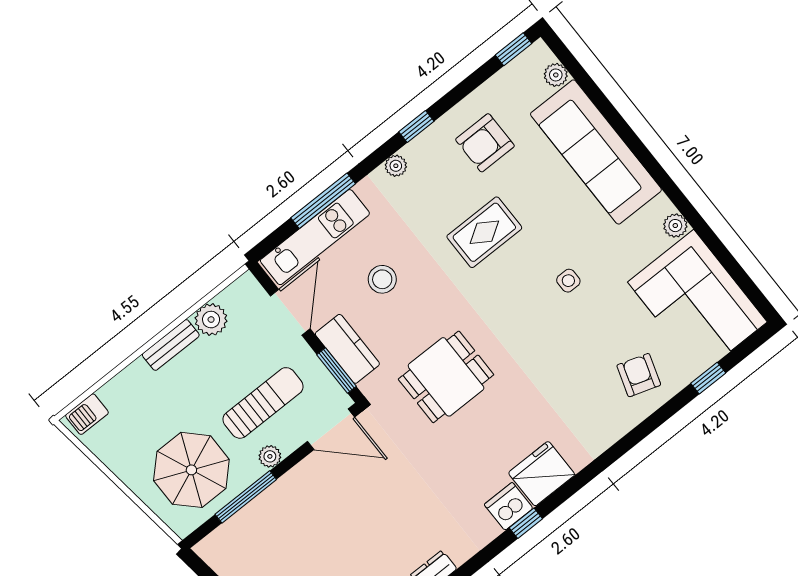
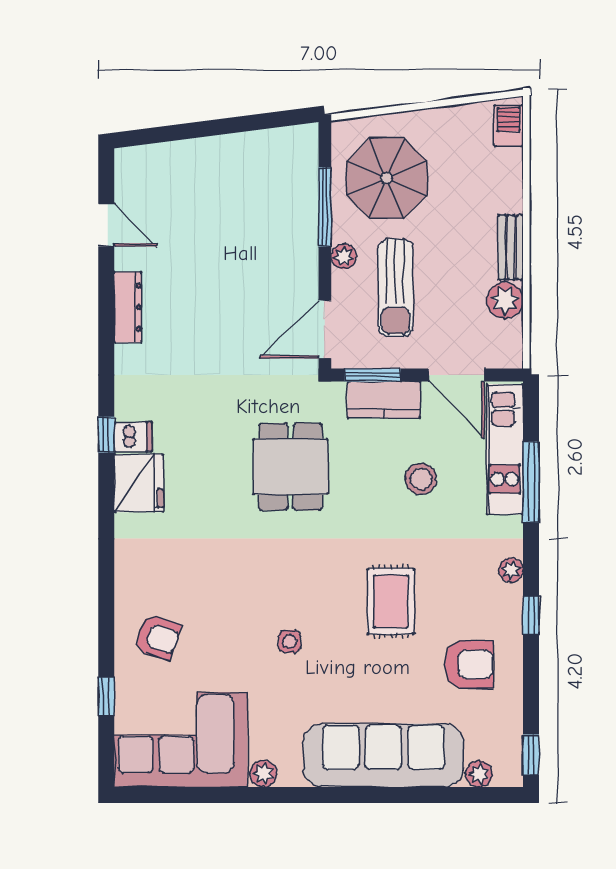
armchair: (485, 143) -> (469, 664), turned 90
dishwasher: (509, 506) -> (133, 437), width x0.73

